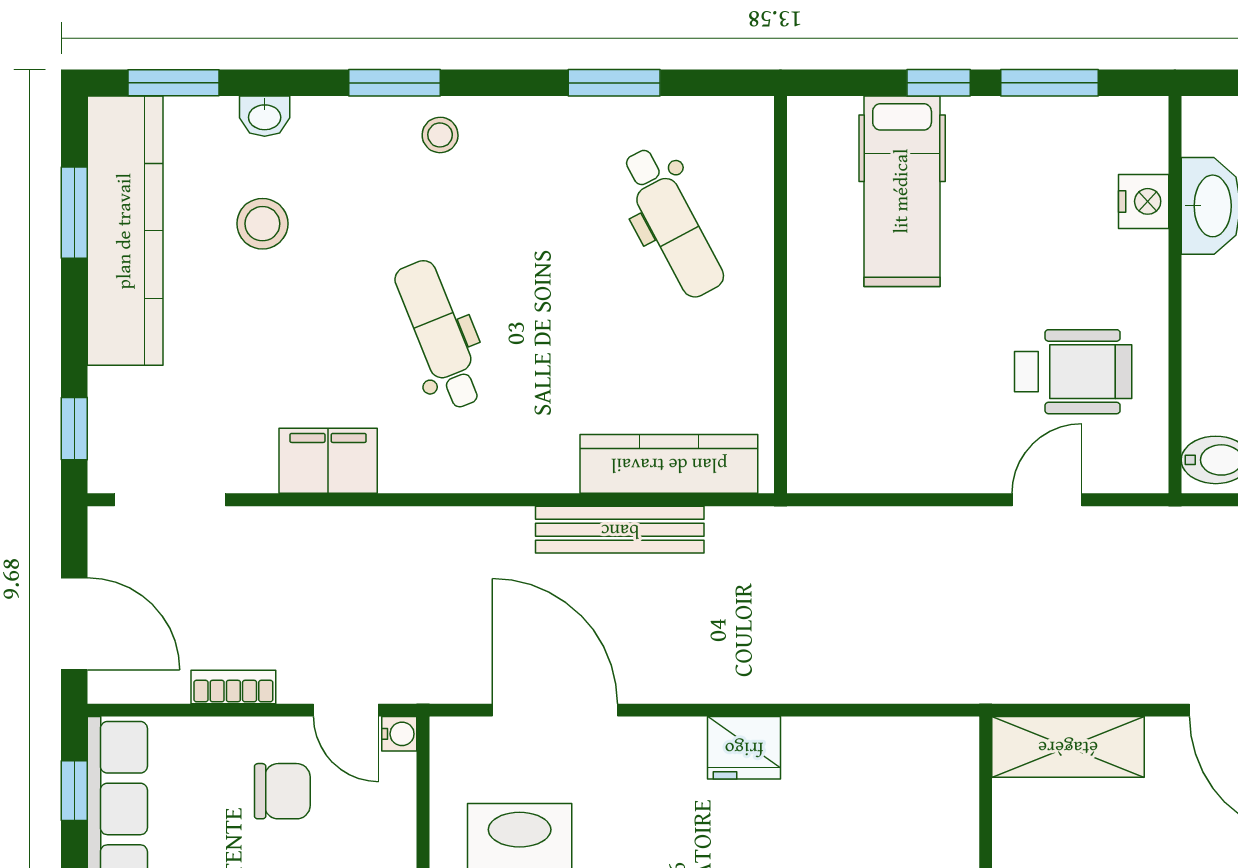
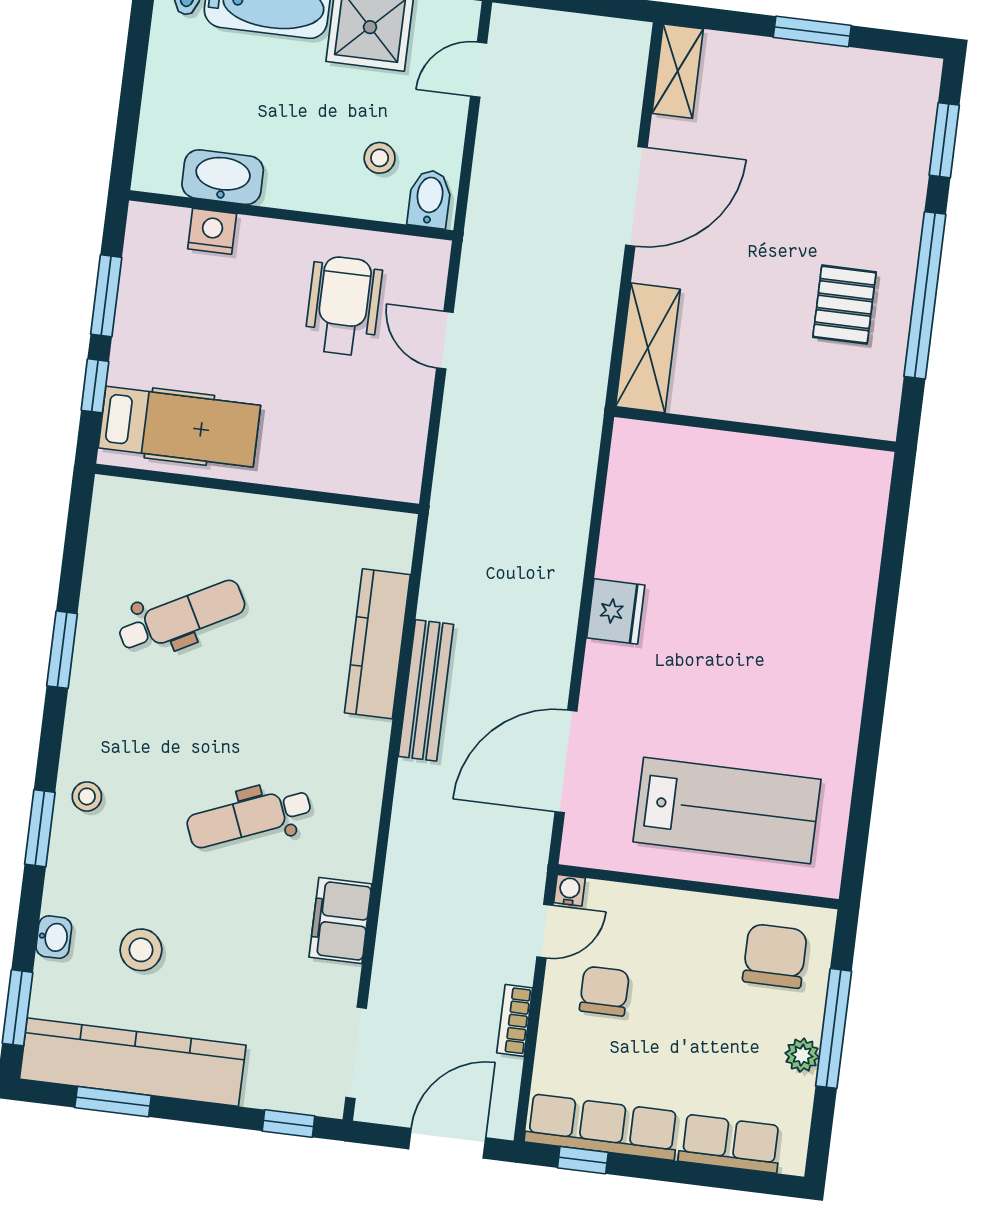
wall: (781, 295) -> (257, 489), moved

